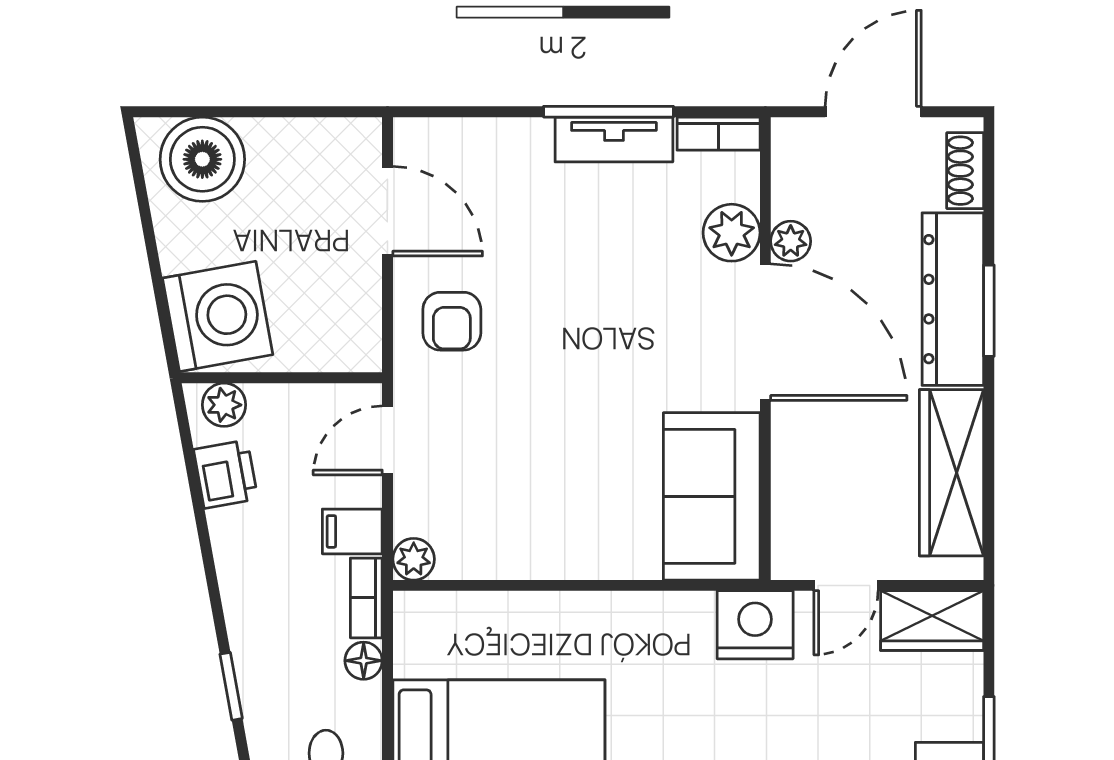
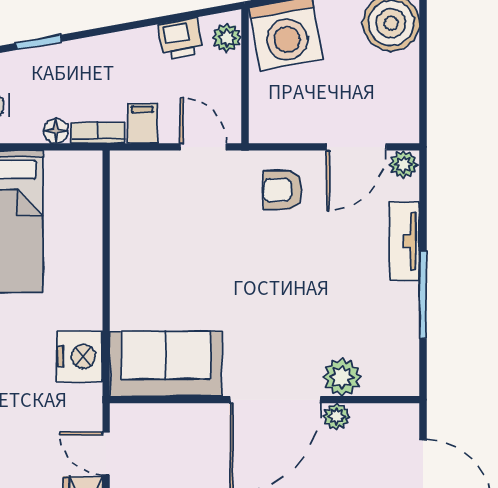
bookcase: (719, 134) -> (408, 368), removed
tv unit: (614, 139) -> (404, 241), moved
plant: (414, 559) -> (403, 164), moved
nightstand: (755, 625) -> (80, 356), moved

